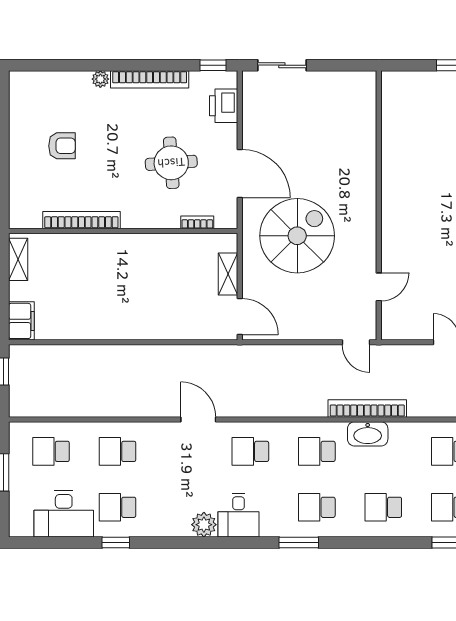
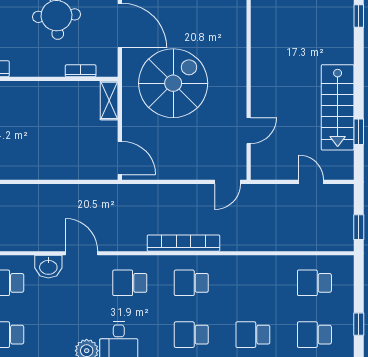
shelving: (228, 274) -> (109, 100), moved
door: (356, 342) -> (228, 182), hinge flipped
bookcase: (367, 408) -> (183, 243), moved
washbasin: (368, 434) -> (48, 267), moved, width x0.72

